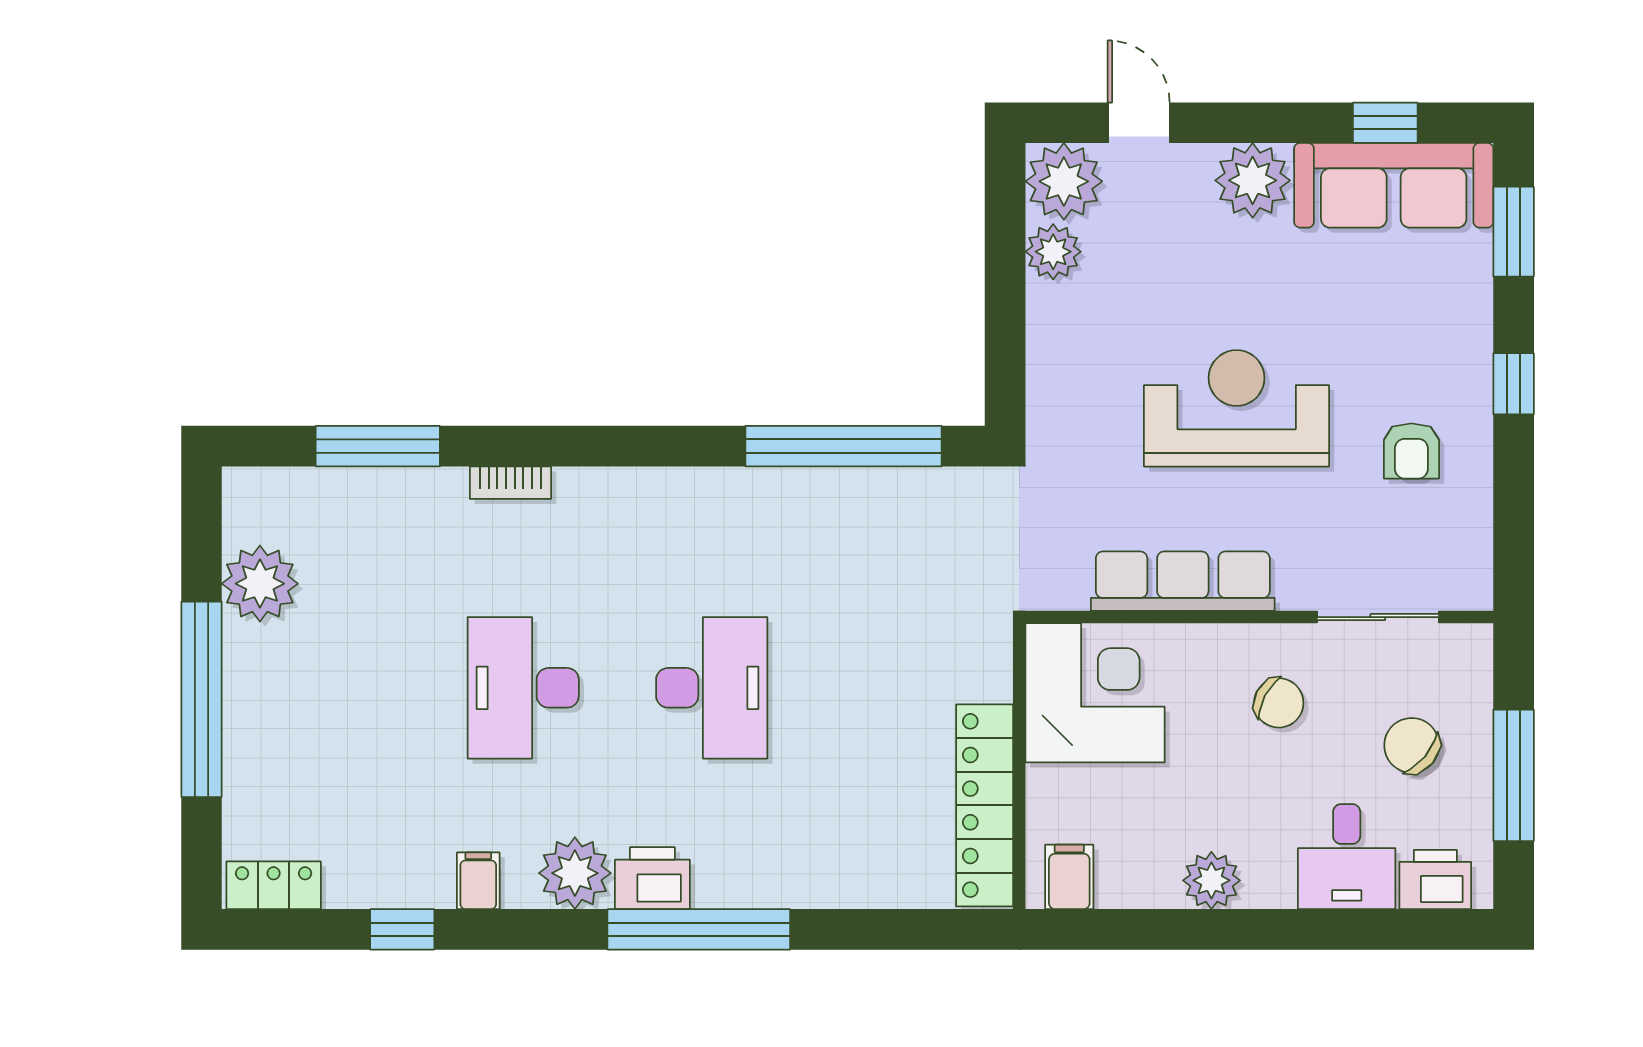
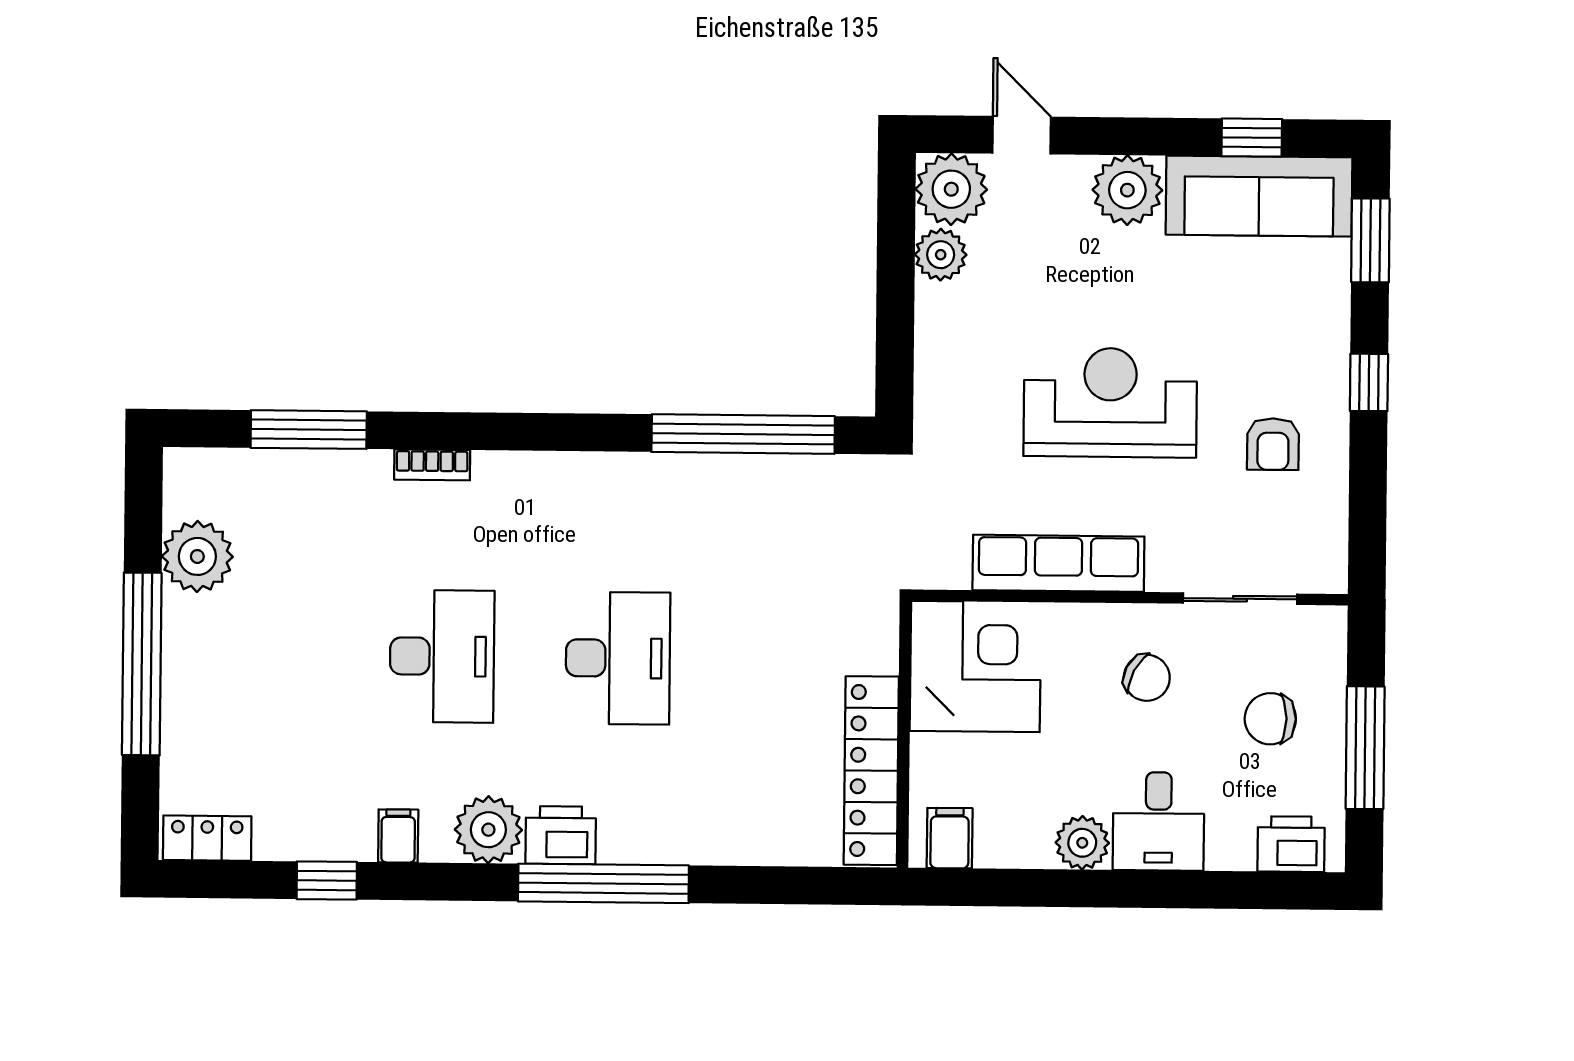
desk: (523, 688) -> (442, 656), turned 180
chair: (1412, 745) -> (1270, 719), turned -40
desk: (1347, 857) -> (1159, 821), moved

